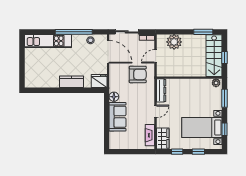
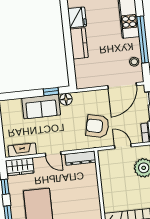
armchair: (138, 74) -> (98, 126), turned 103
fridge: (99, 81) -> (77, 17), moved
window: (107, 108) -> (51, 92), added

